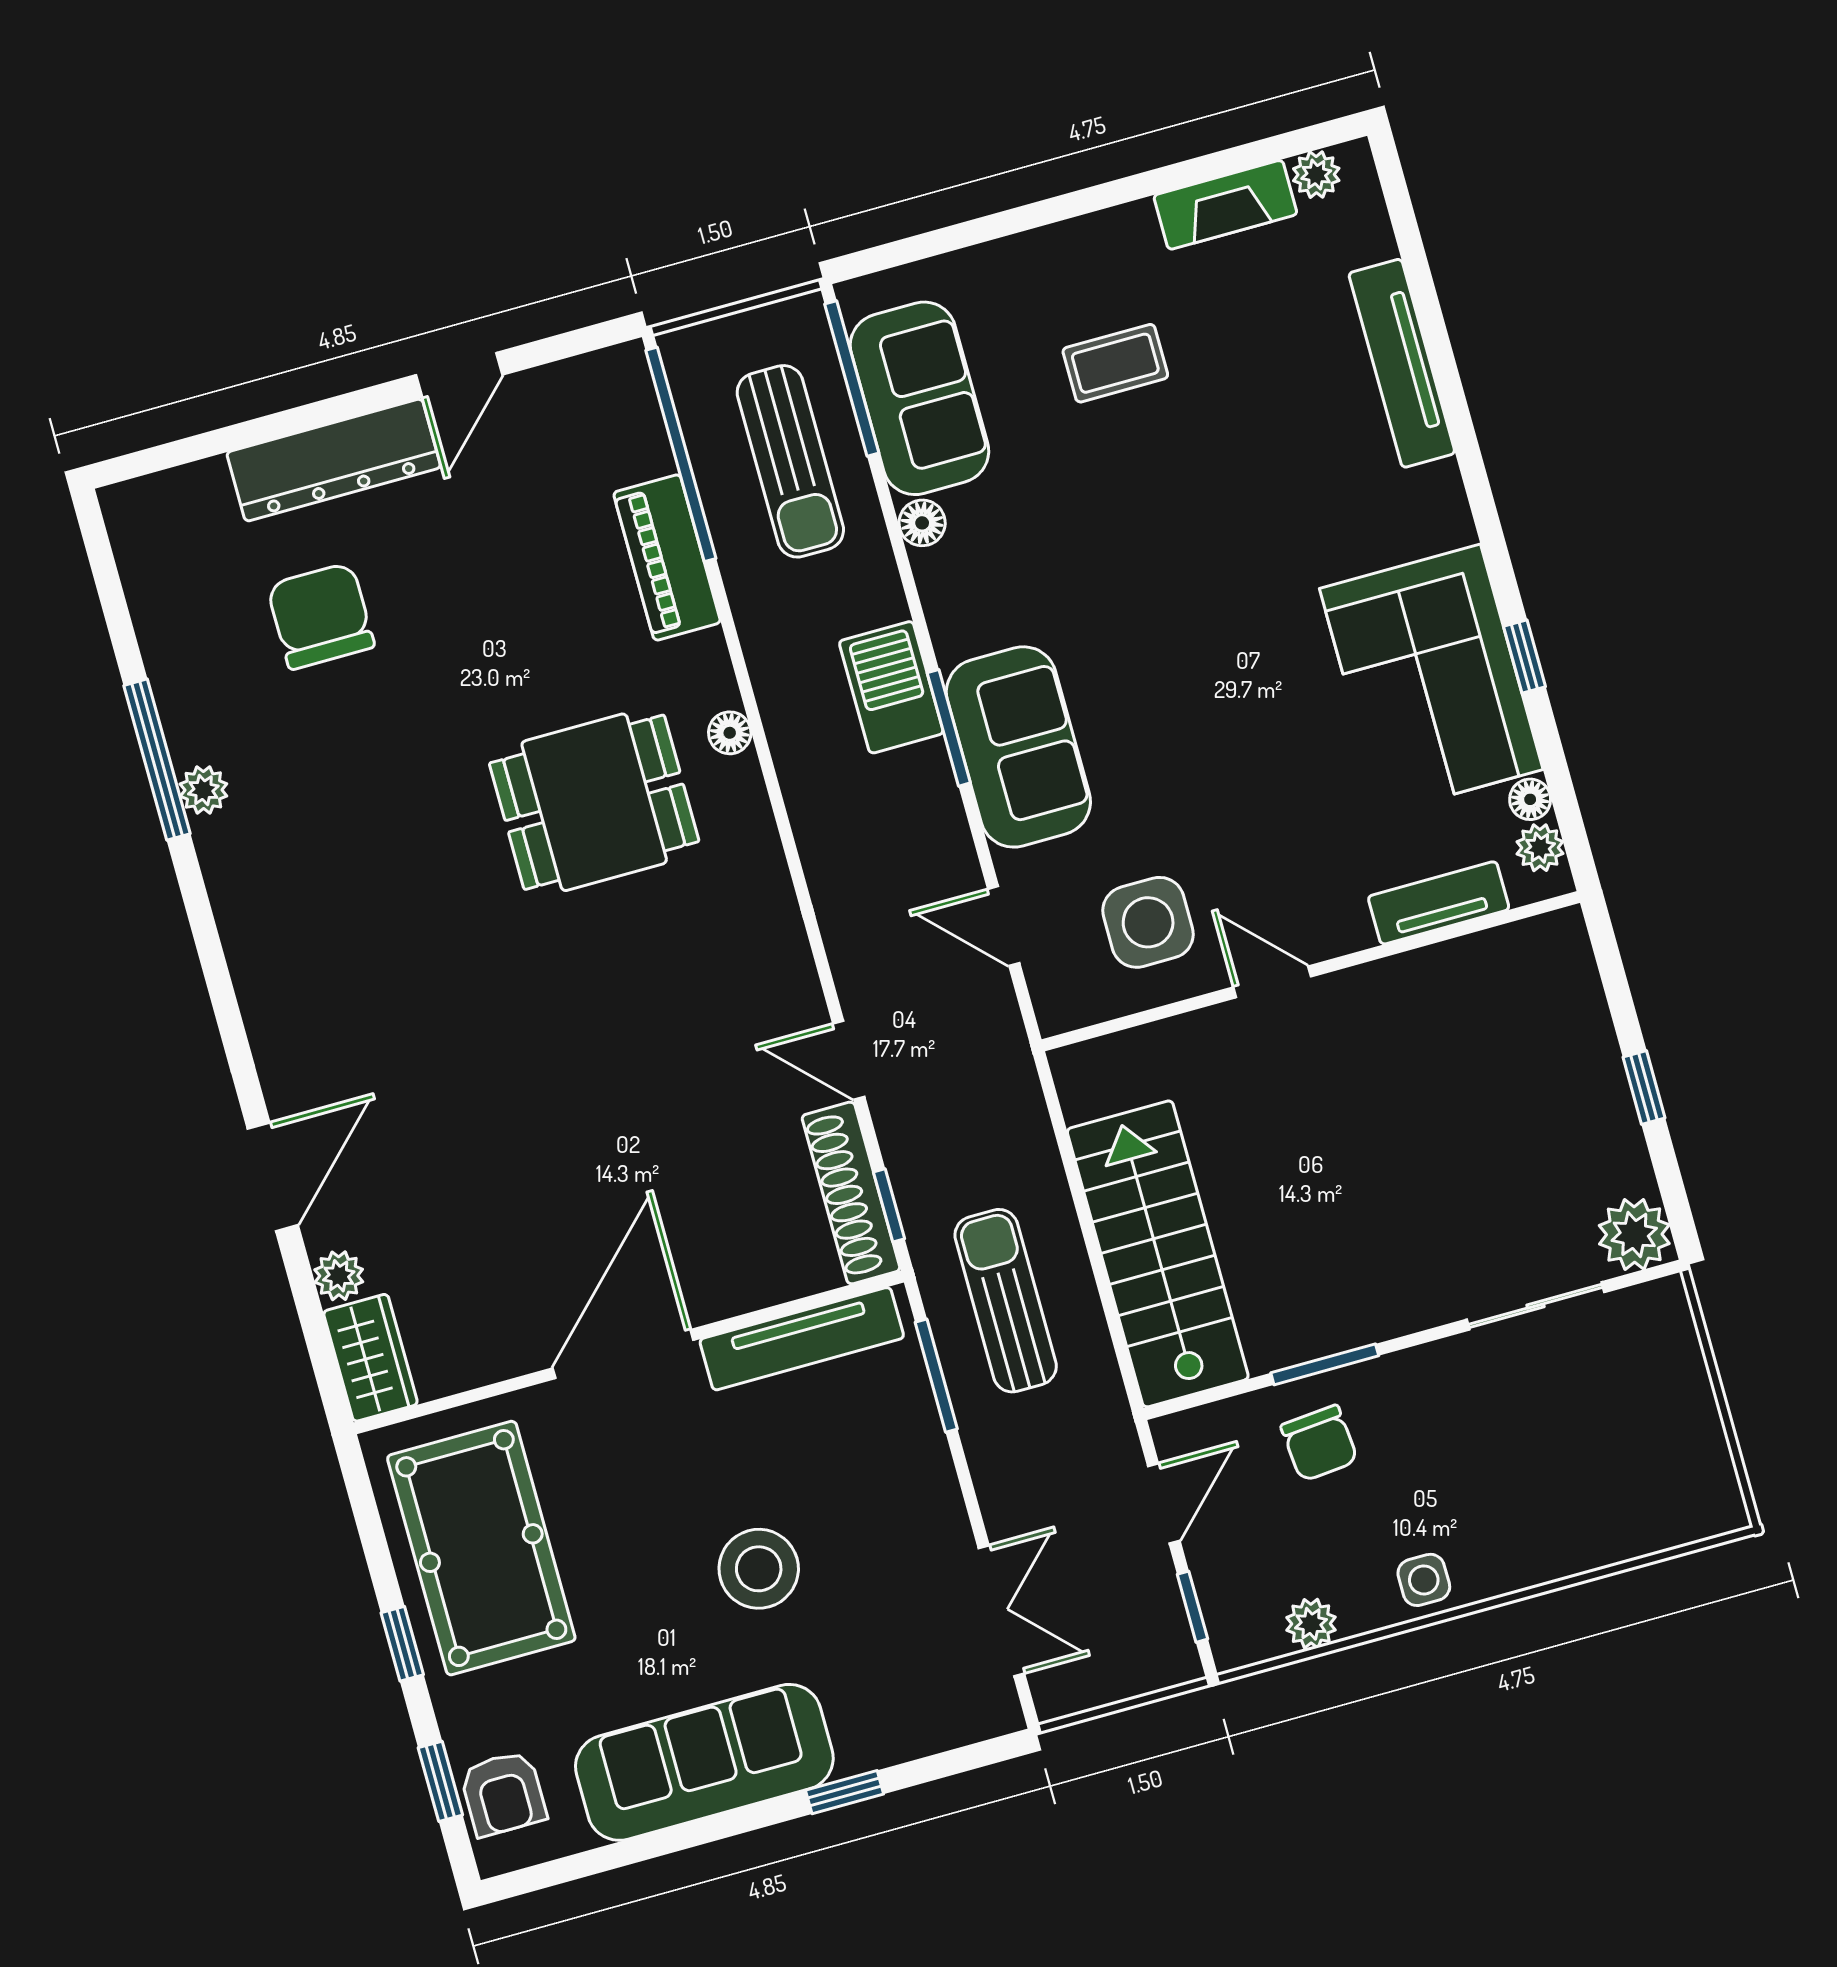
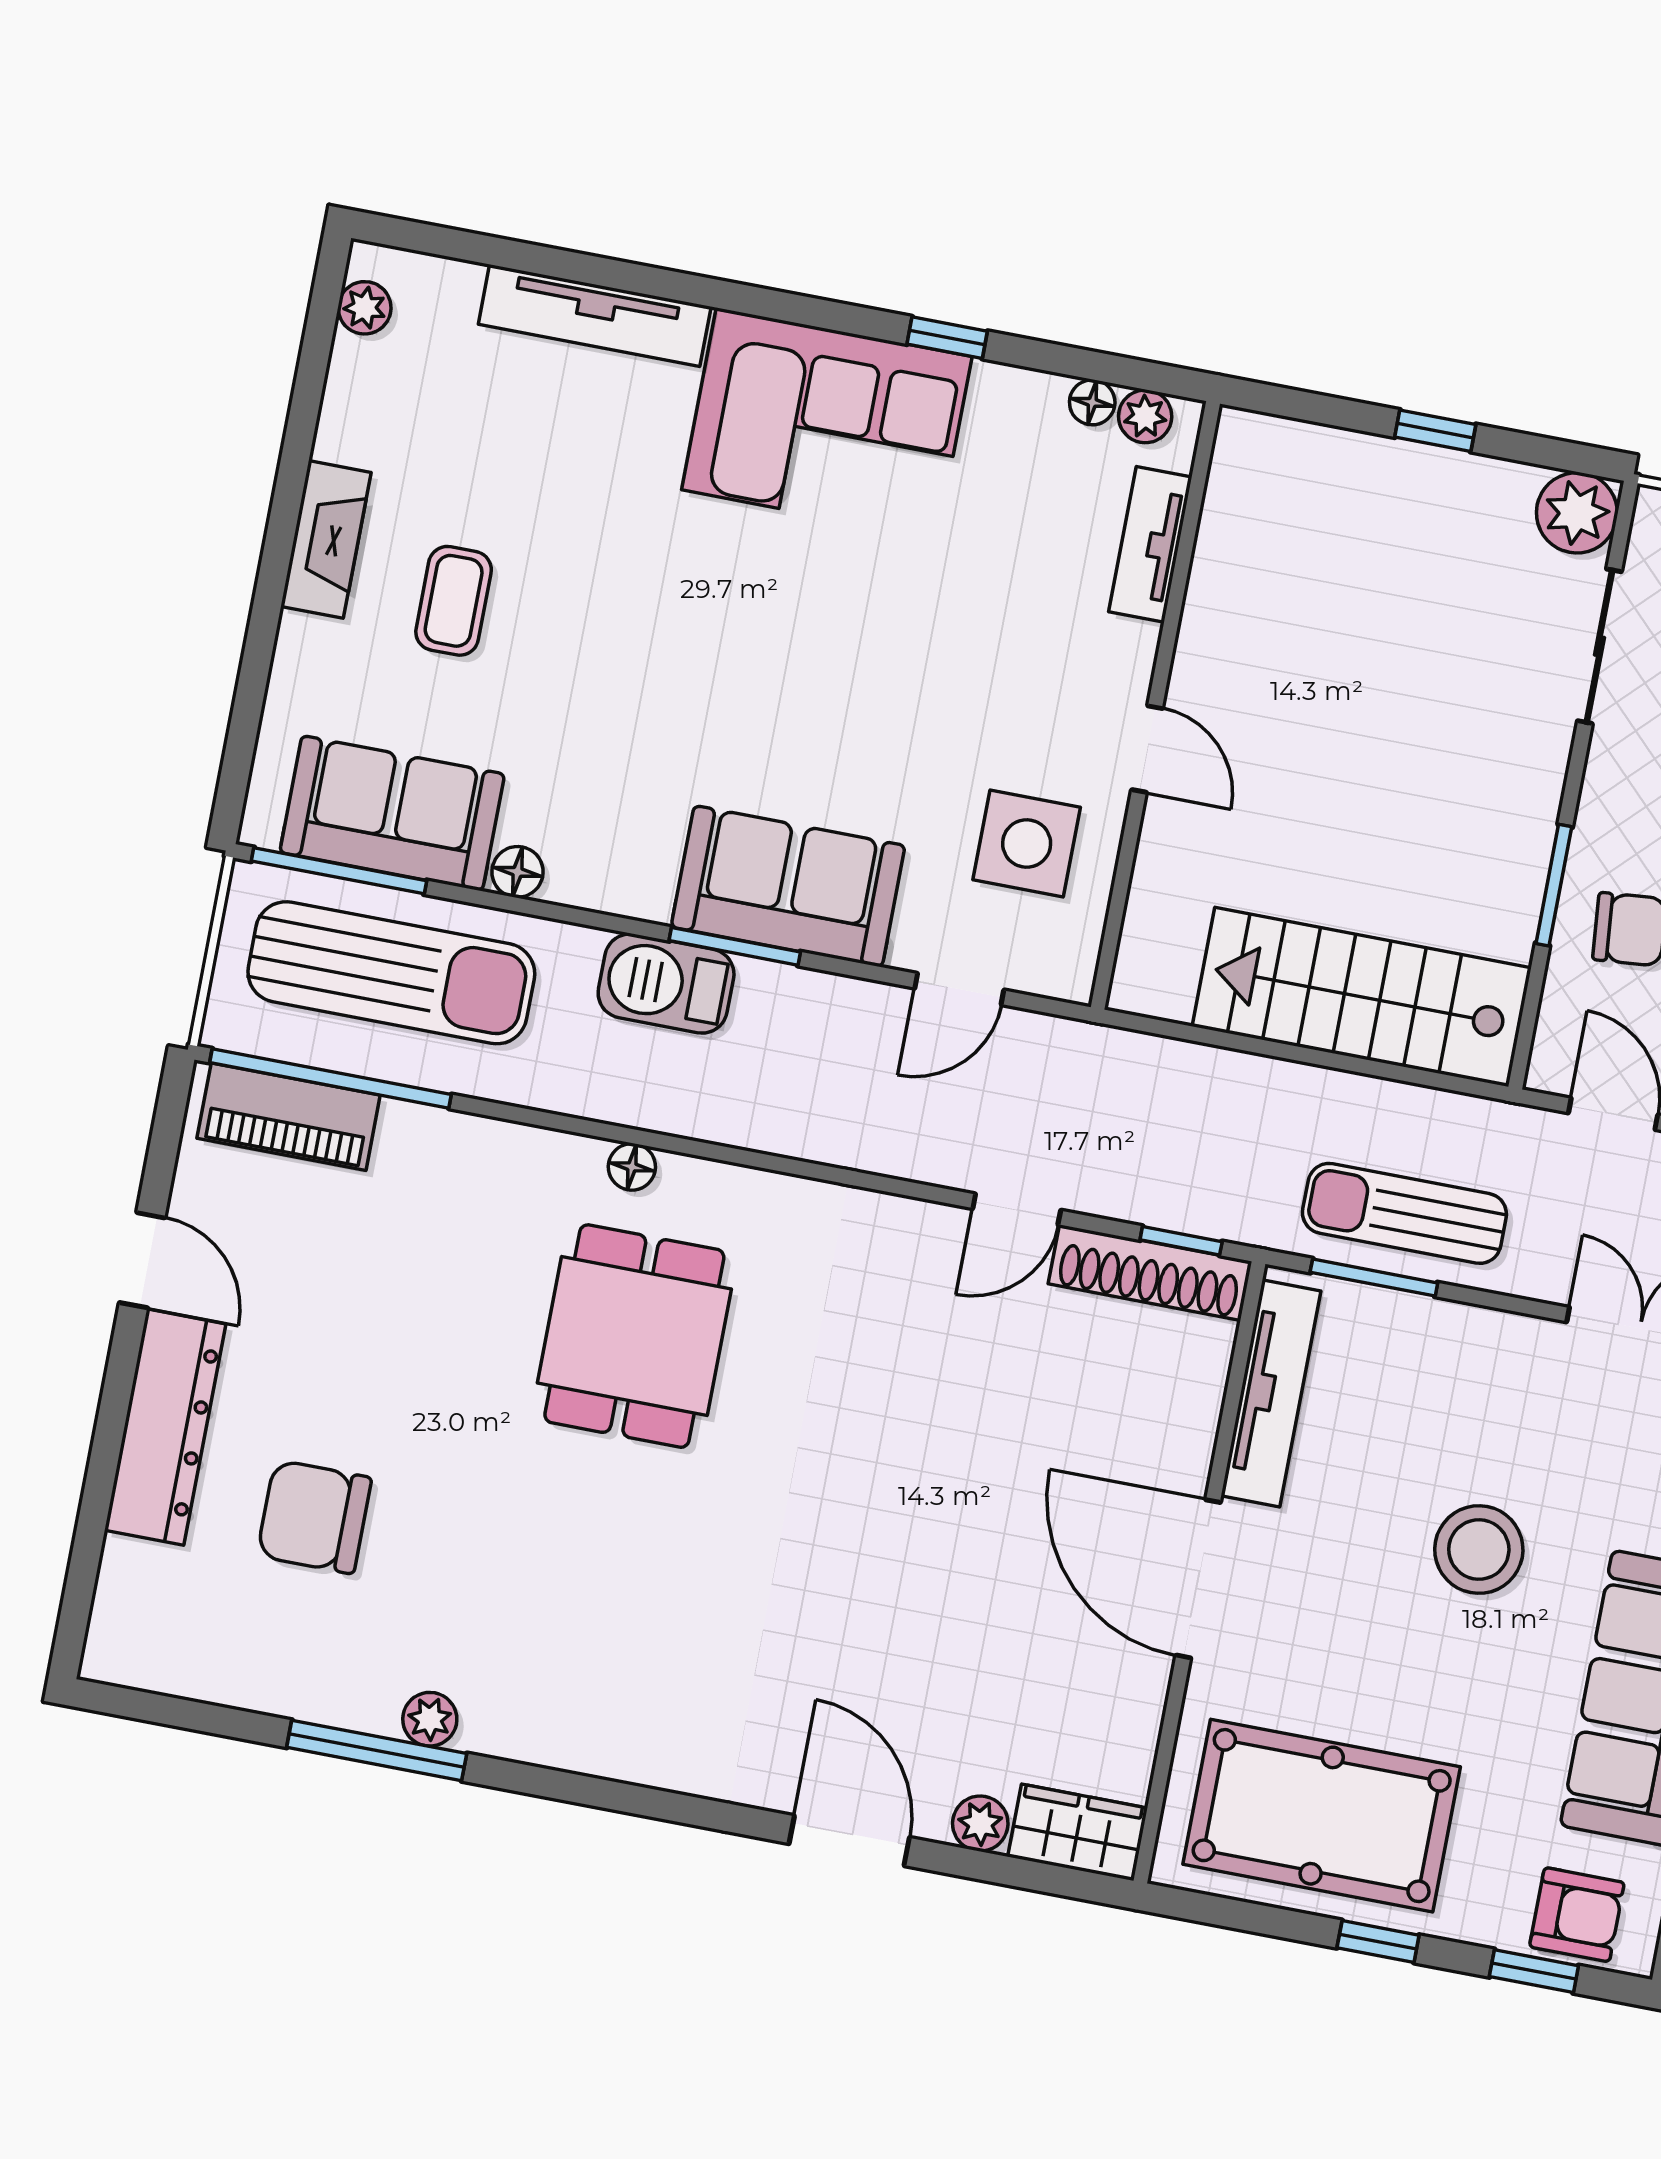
fireplace: (1225, 205) -> (326, 539), moved
sun lounger: (790, 461) -> (391, 973), width x1.36, depth x1.34
piano: (667, 557) -> (289, 1117), moved
corner sofa: (1431, 679) -> (827, 423), moved
door: (1272, 982) -> (1147, 749), swing flipped
sun lounger: (1006, 1301) -> (1404, 1213), moved

